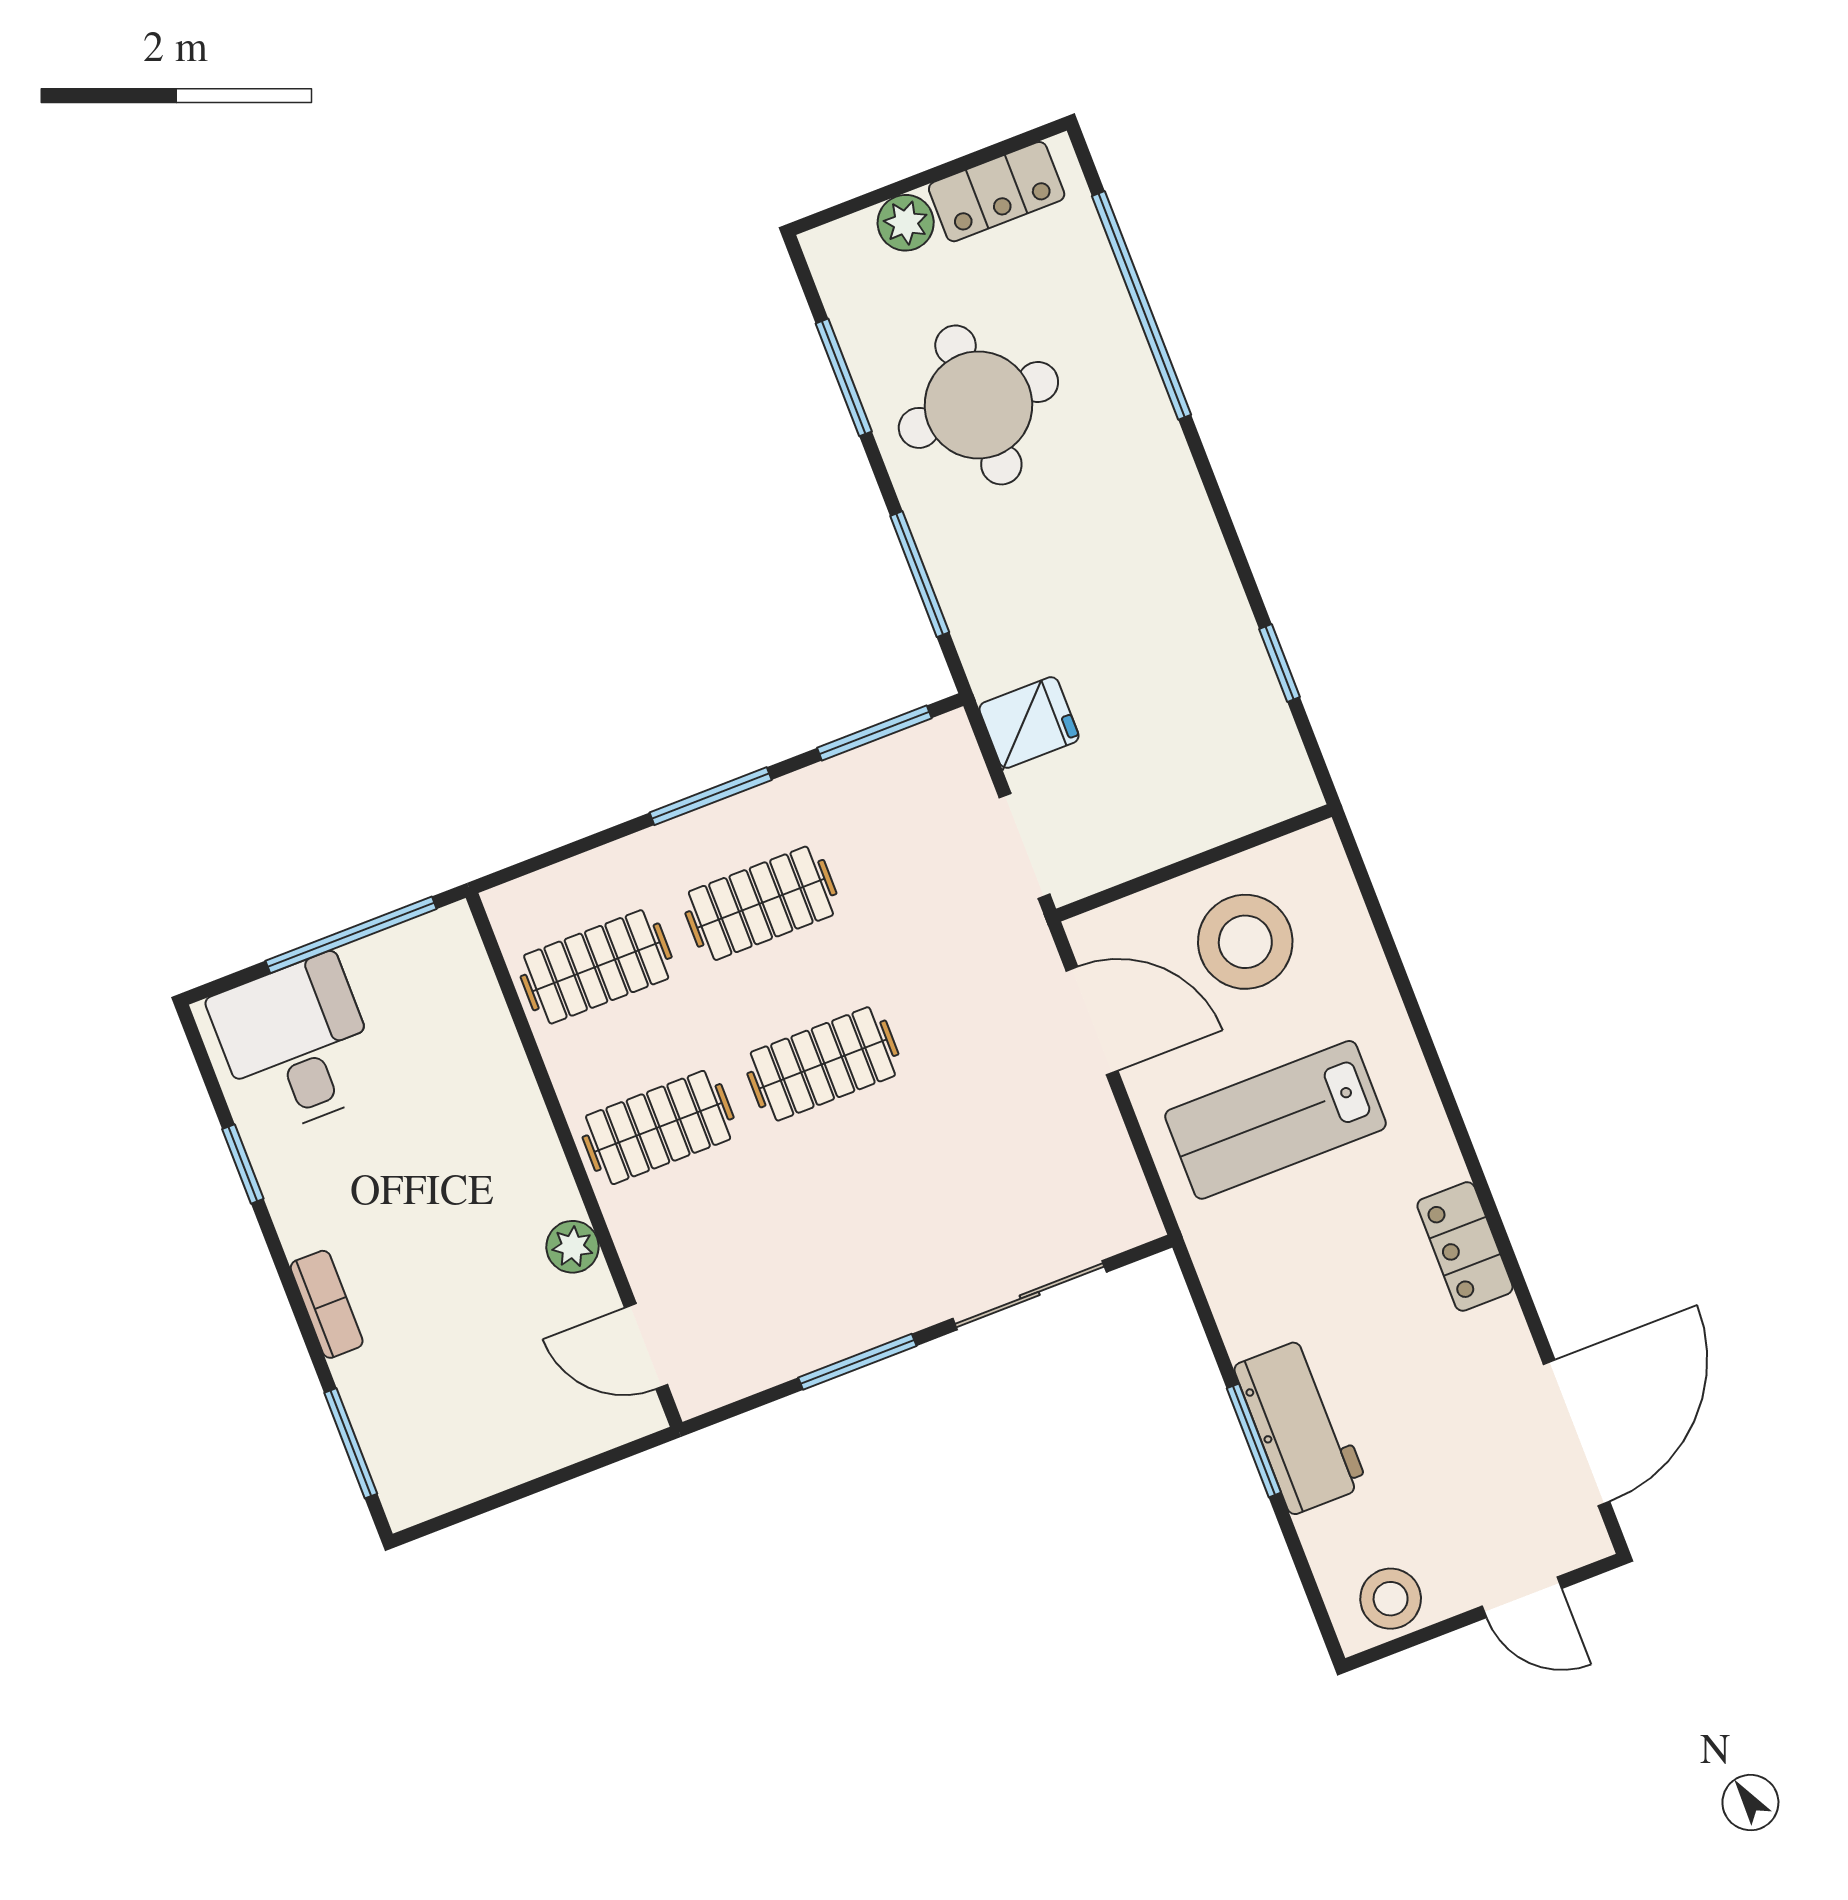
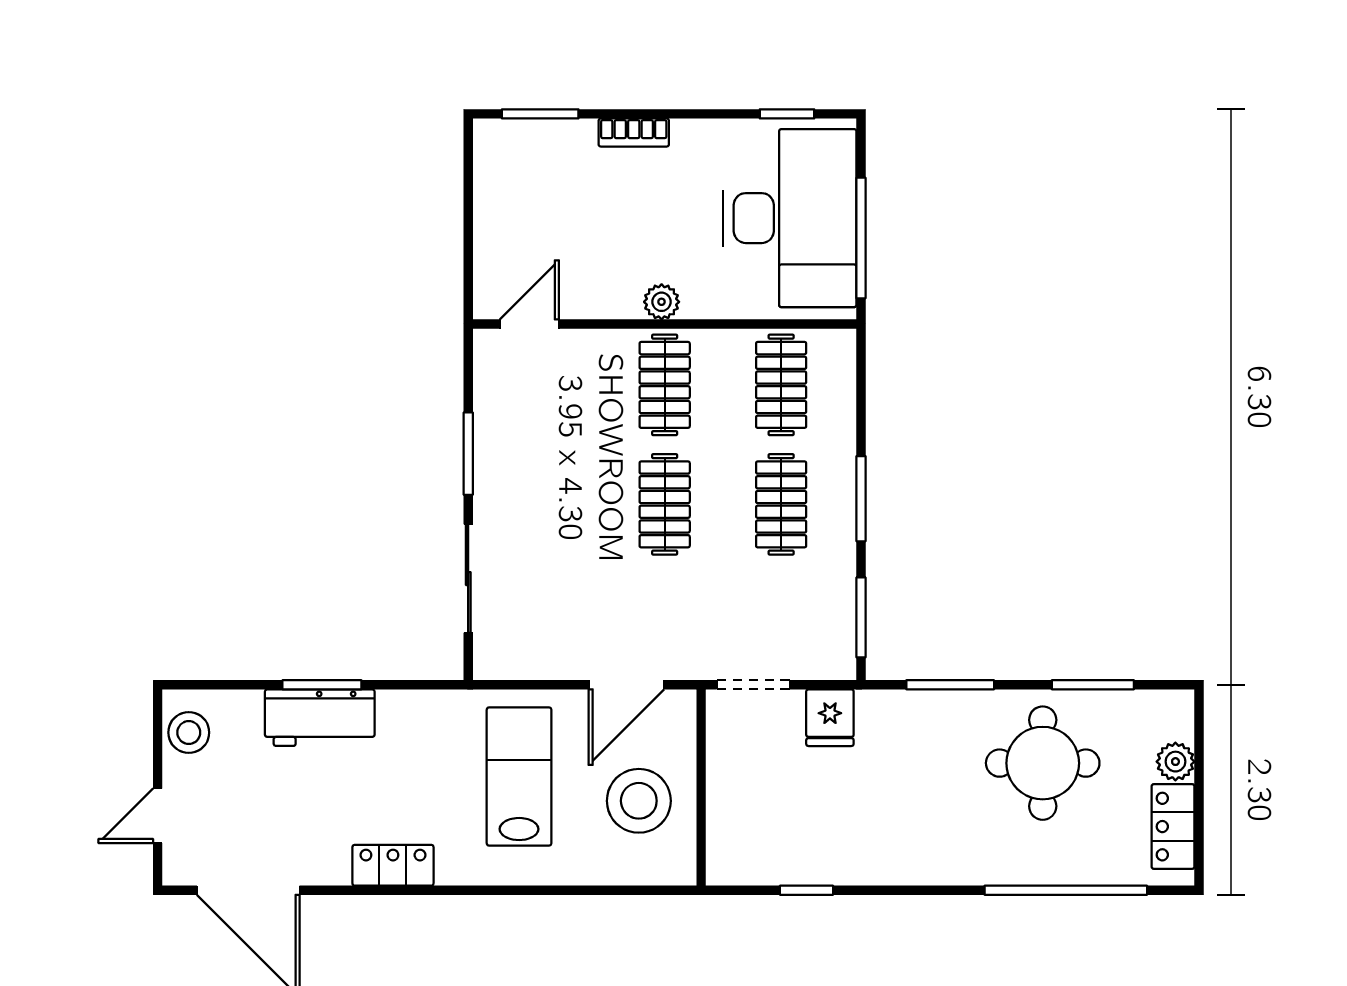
desk: (296, 1045) -> (790, 218), width x1.87, depth x1.30
window: (243, 1164) -> (787, 114), moved
plant: (572, 1247) -> (662, 302), moved

